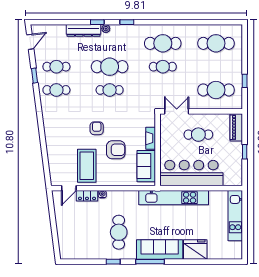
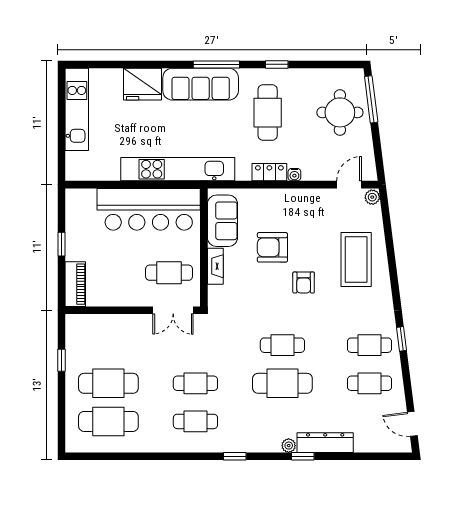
window: (127, 22) -> (235, 456), moved
door: (30, 42) -> (412, 424), hinge flipped
cafe table: (163, 43) -> (195, 421), width x0.73, depth x0.74
window: (35, 76) -> (402, 339), moved
cafe table: (216, 90) -> (108, 383), moved
cafe table: (198, 135) -> (169, 273), moved
coffee table: (87, 166) -> (356, 260), moved
plant: (55, 180) -> (372, 197), added
locker: (87, 196) -> (269, 172), moved
kitchen unit: (235, 216) -> (77, 109), moved
round table: (74, 232) -> (340, 112), added
window: (55, 240) -> (371, 99), added

